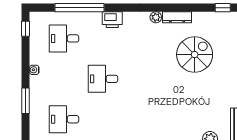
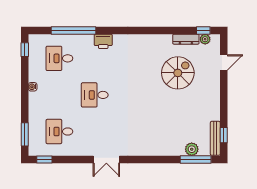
plant: (156, 17) -> (205, 39), moved
dresser: (177, 17) -> (186, 39), moved
window: (26, 101) -> (25, 134), moved

